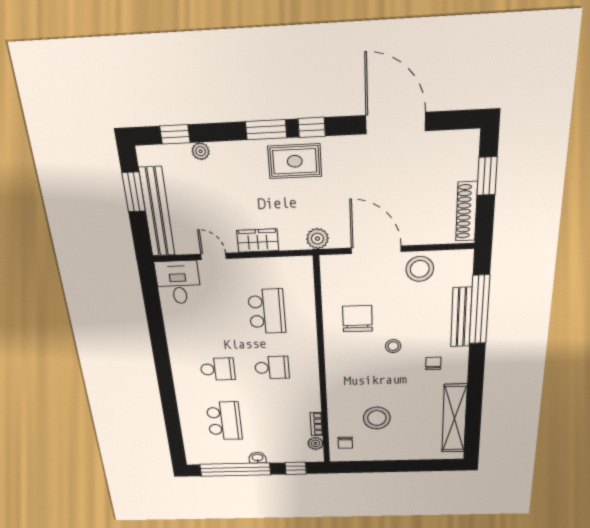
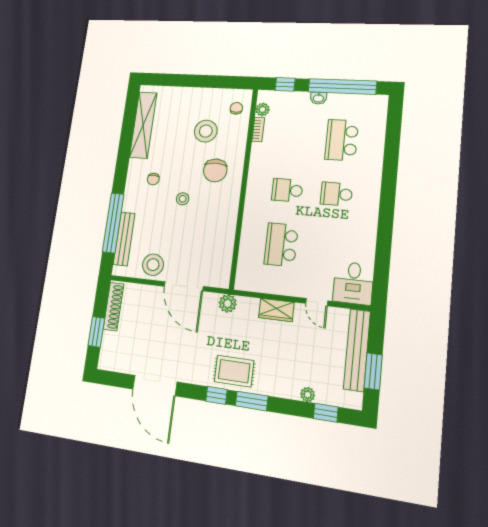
bench: (461, 317) -> (124, 239), moved
chair: (357, 319) -> (215, 170), moved

